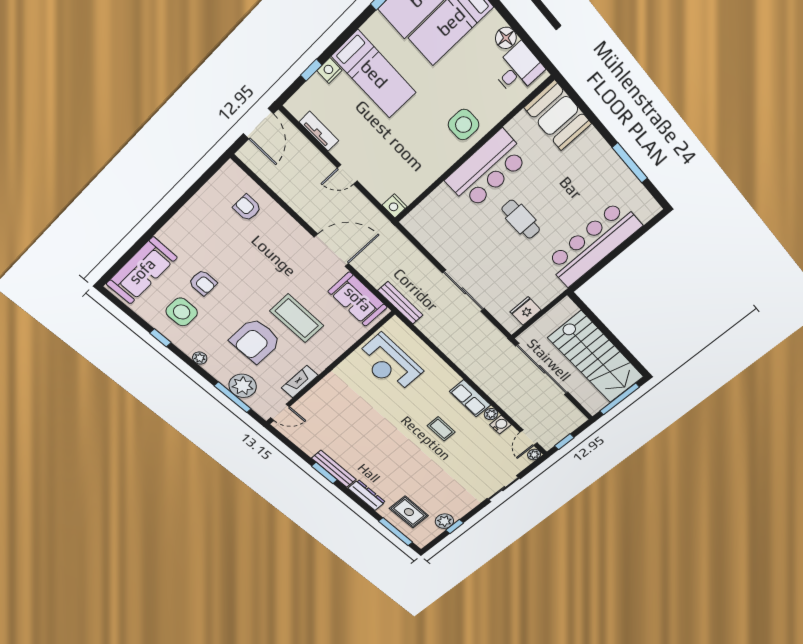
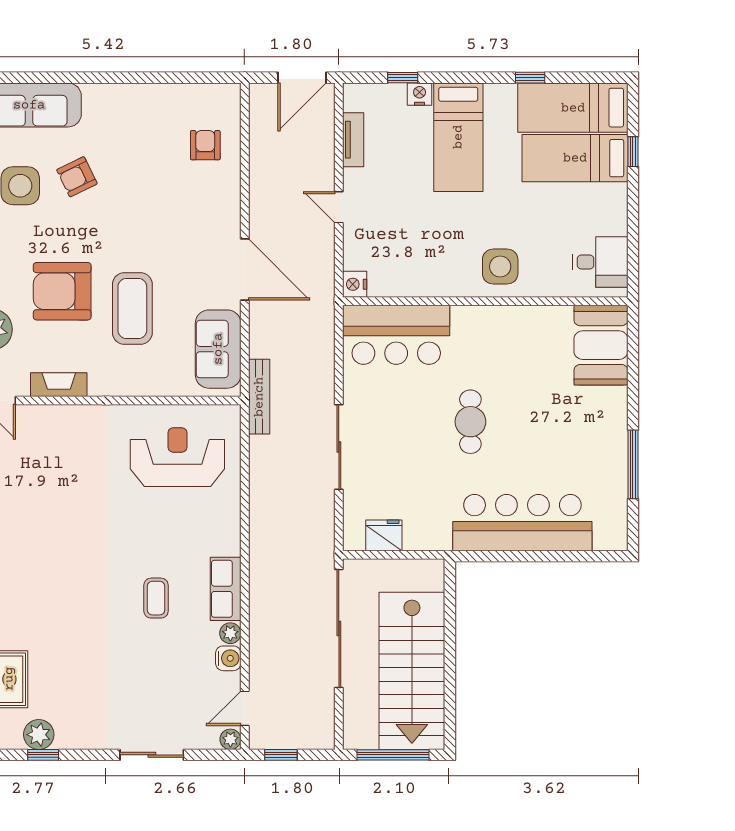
floor lamp: (506, 38) -> (614, 221), removed
bar counter: (487, 170) -> (396, 335), moved
armchair: (203, 283) -> (77, 177), turned 64
reception desk: (389, 364) -> (177, 457), turned 90

